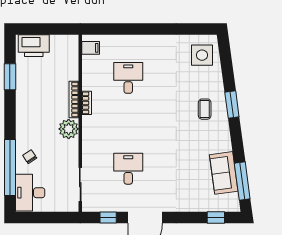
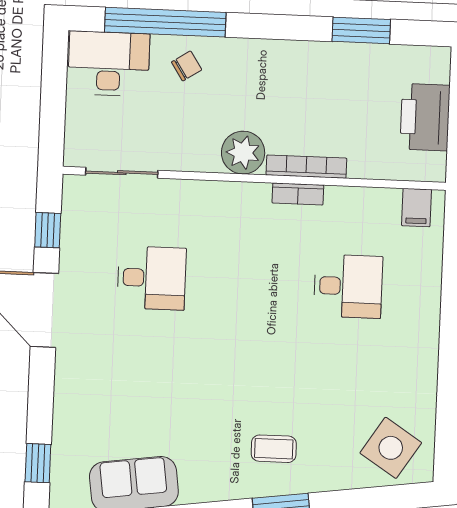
printer: (34, 46) -> (425, 117), moved
side table: (202, 55) -> (391, 448), turned 33

